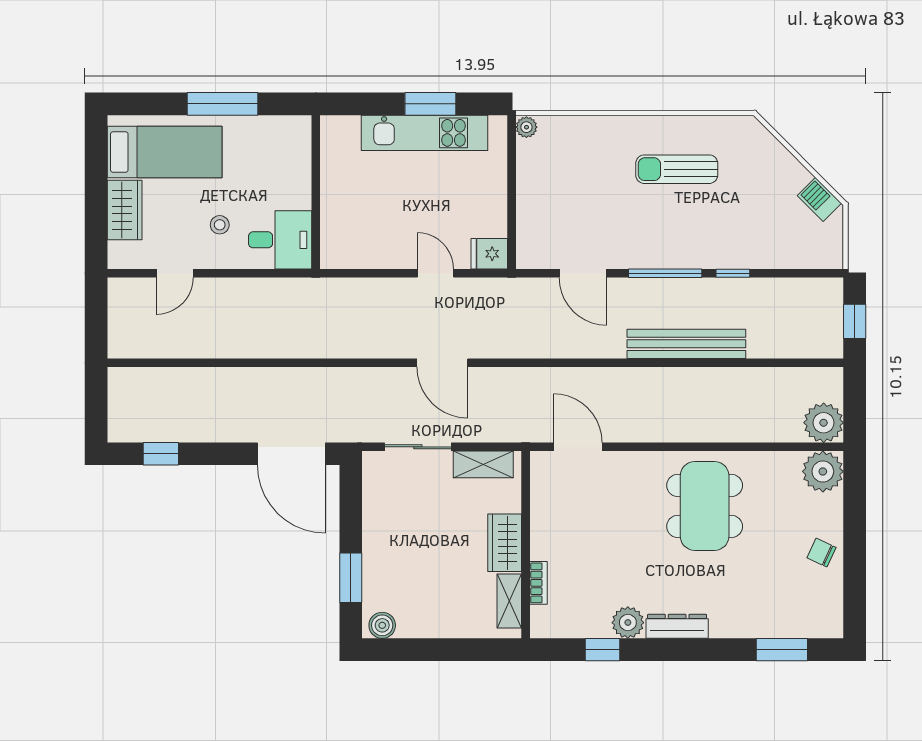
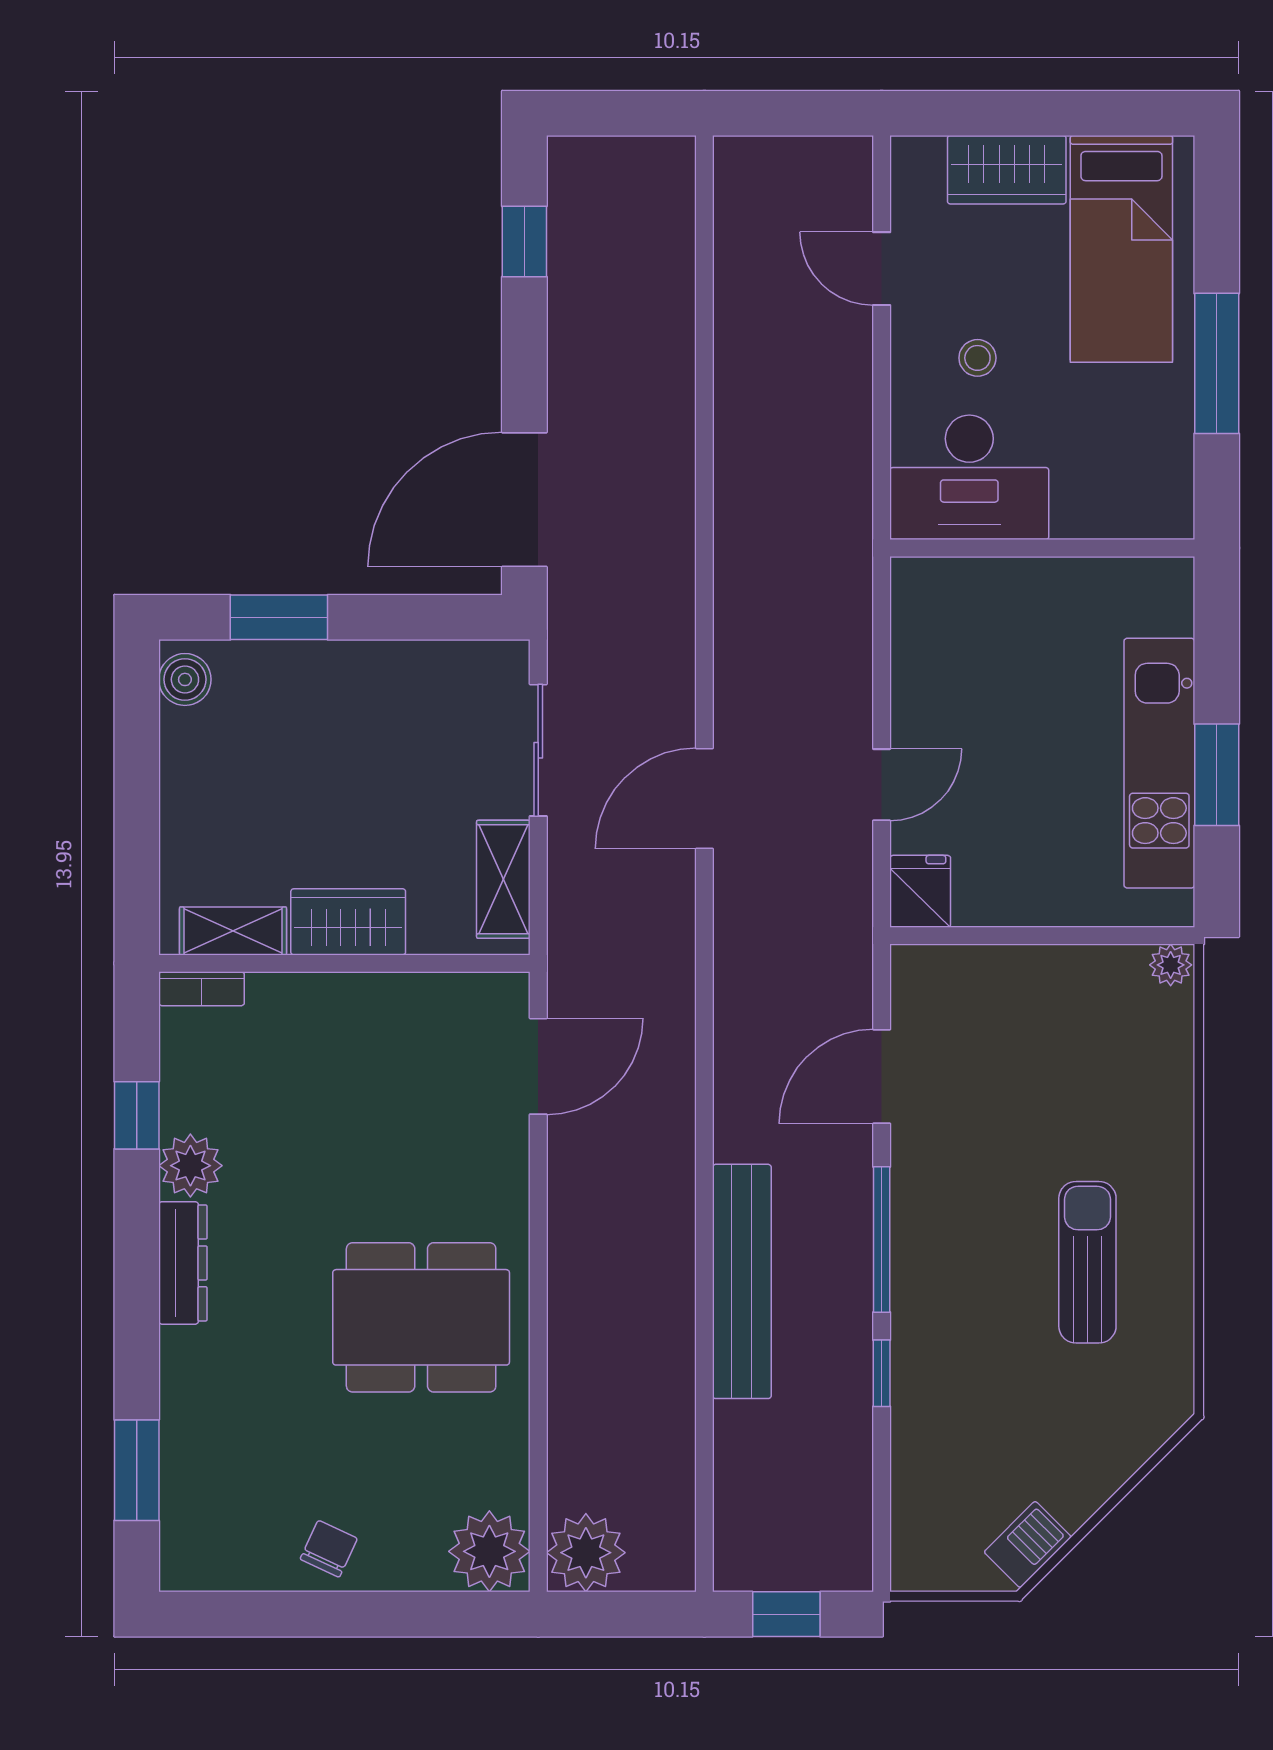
desk: (280, 240) -> (969, 477), width x1.37
bookcase: (539, 583) -> (202, 989), moved

